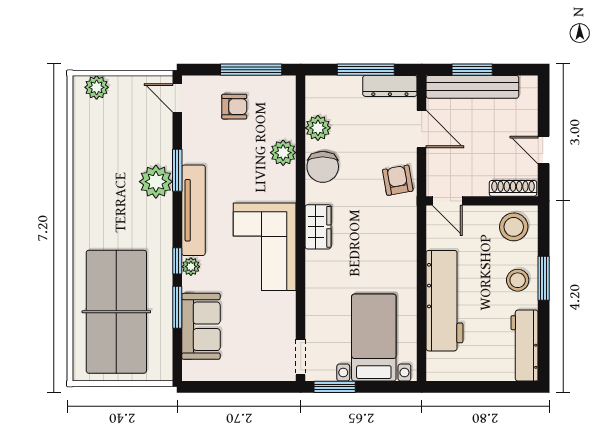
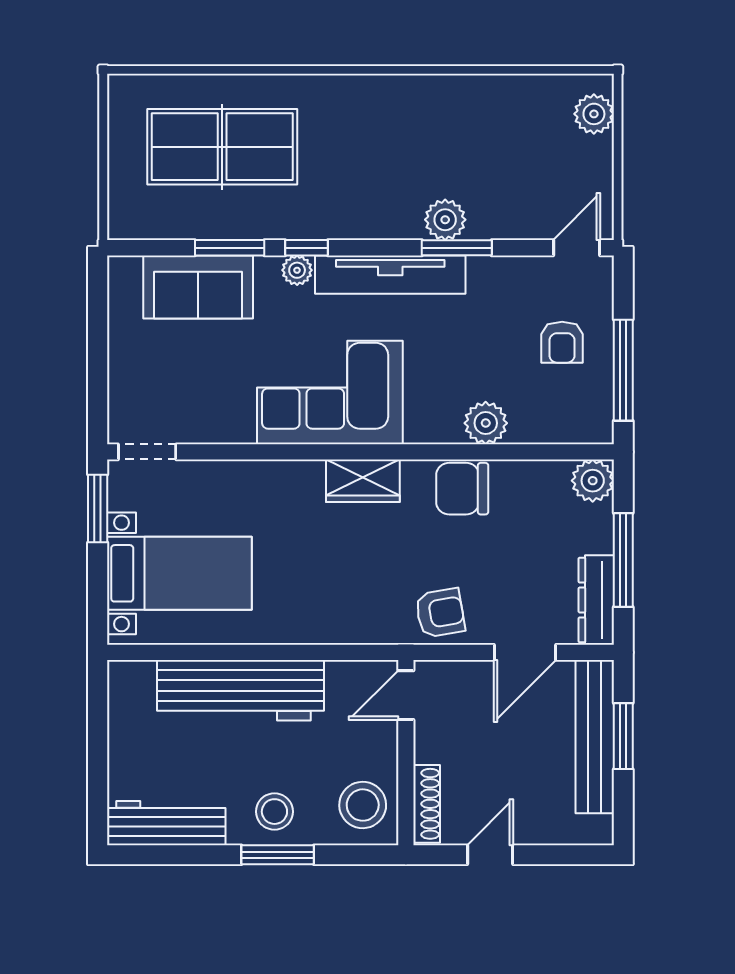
plant: (318, 128) -> (593, 481), moved
plant: (156, 182) -> (445, 220), width x0.73, depth x0.73
table tennis table: (116, 312) -> (222, 147), width x0.73, depth x0.76

